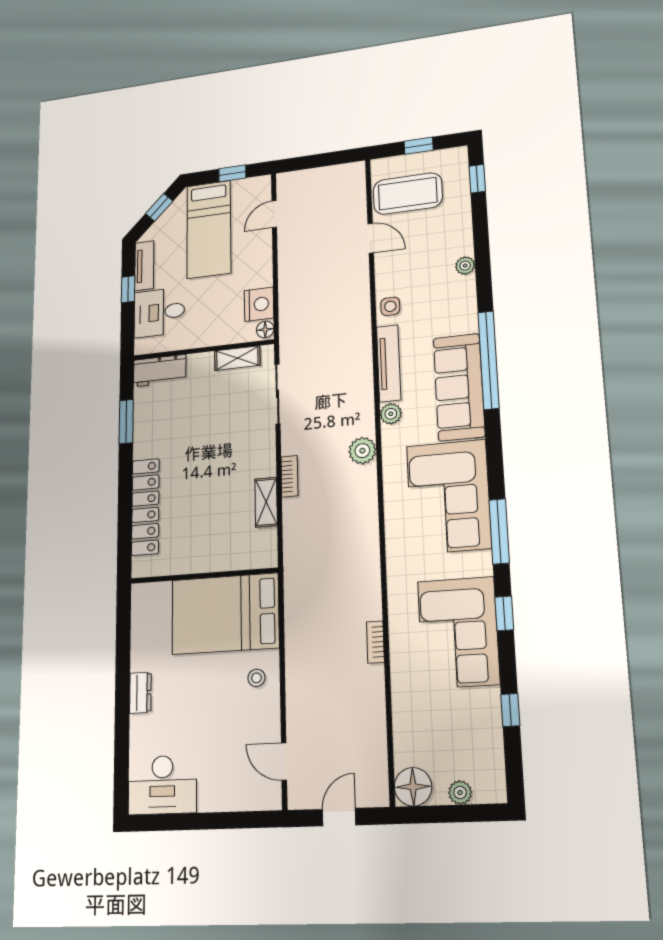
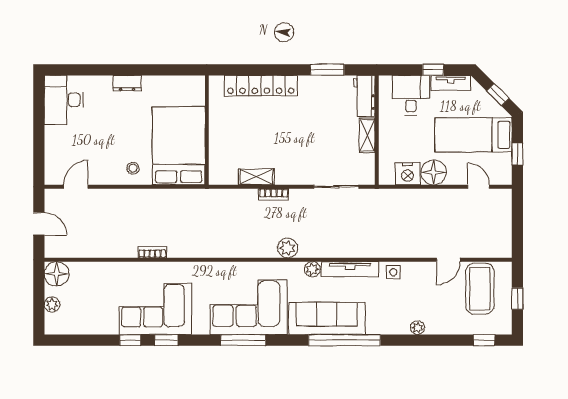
floor lamp: (265, 329) -> (434, 172), moved, width x1.89, depth x1.89
shelving: (237, 358) -> (367, 135), moved
window: (499, 531) -> (243, 340), moved
window: (510, 710) -> (130, 340), moved

